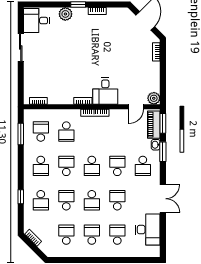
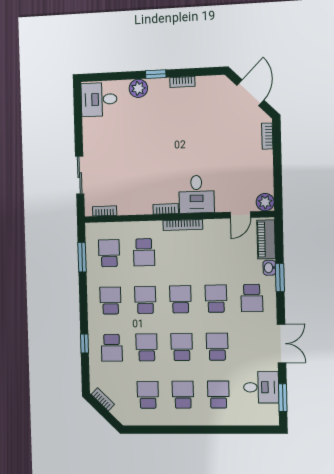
sliding door: (21, 48) -> (80, 175), moved
window: (163, 123) -> (283, 398), moved
school desk: (41, 166) -> (110, 301), turned 180
school desk: (92, 166) -> (180, 299), turned 180
school desk: (92, 200) -> (182, 347), turned 180
desk: (148, 230) -> (261, 387), width x0.73

